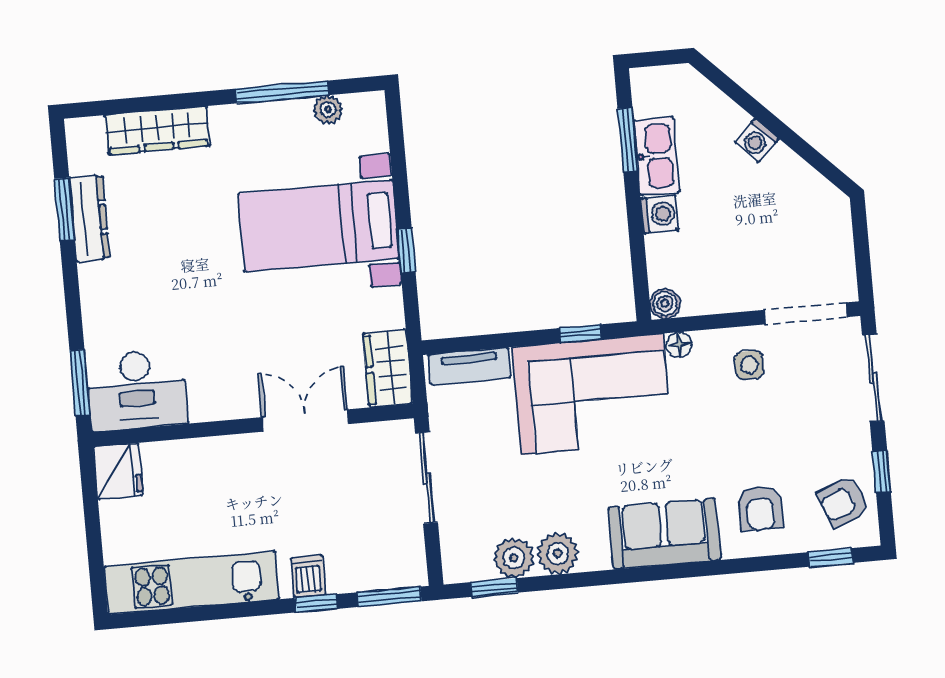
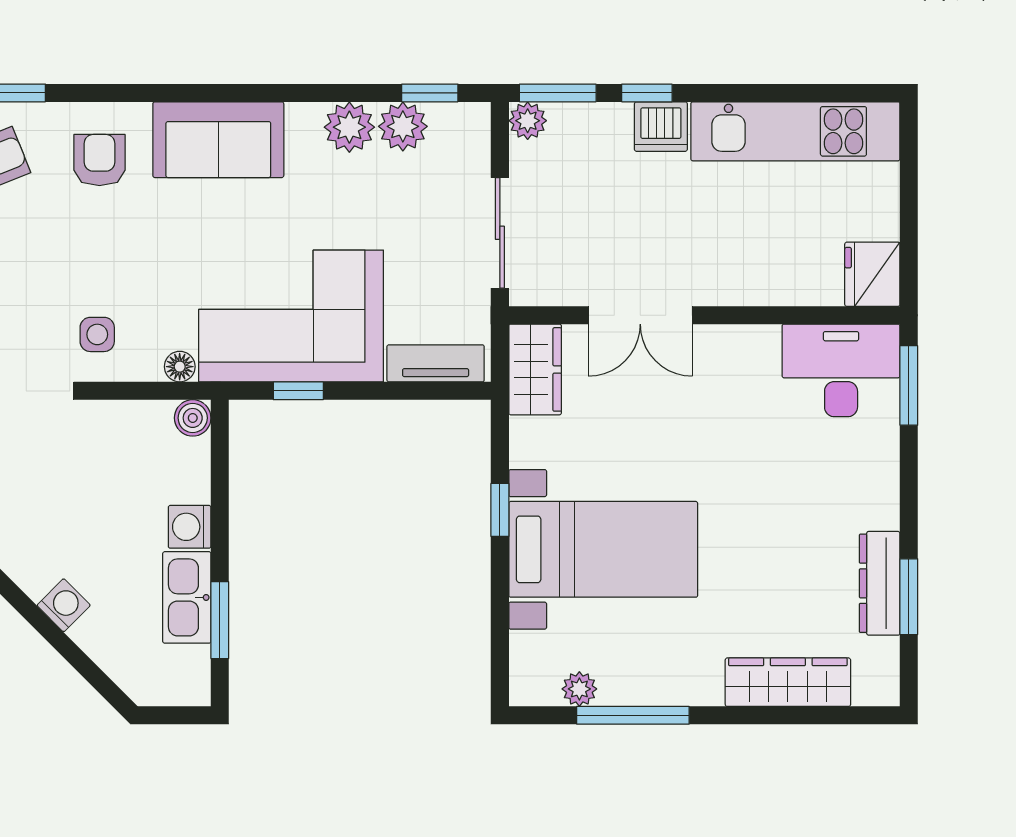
plant: (412, 572) -> (528, 121), added
dishwasher: (308, 576) -> (661, 127), width x1.38

